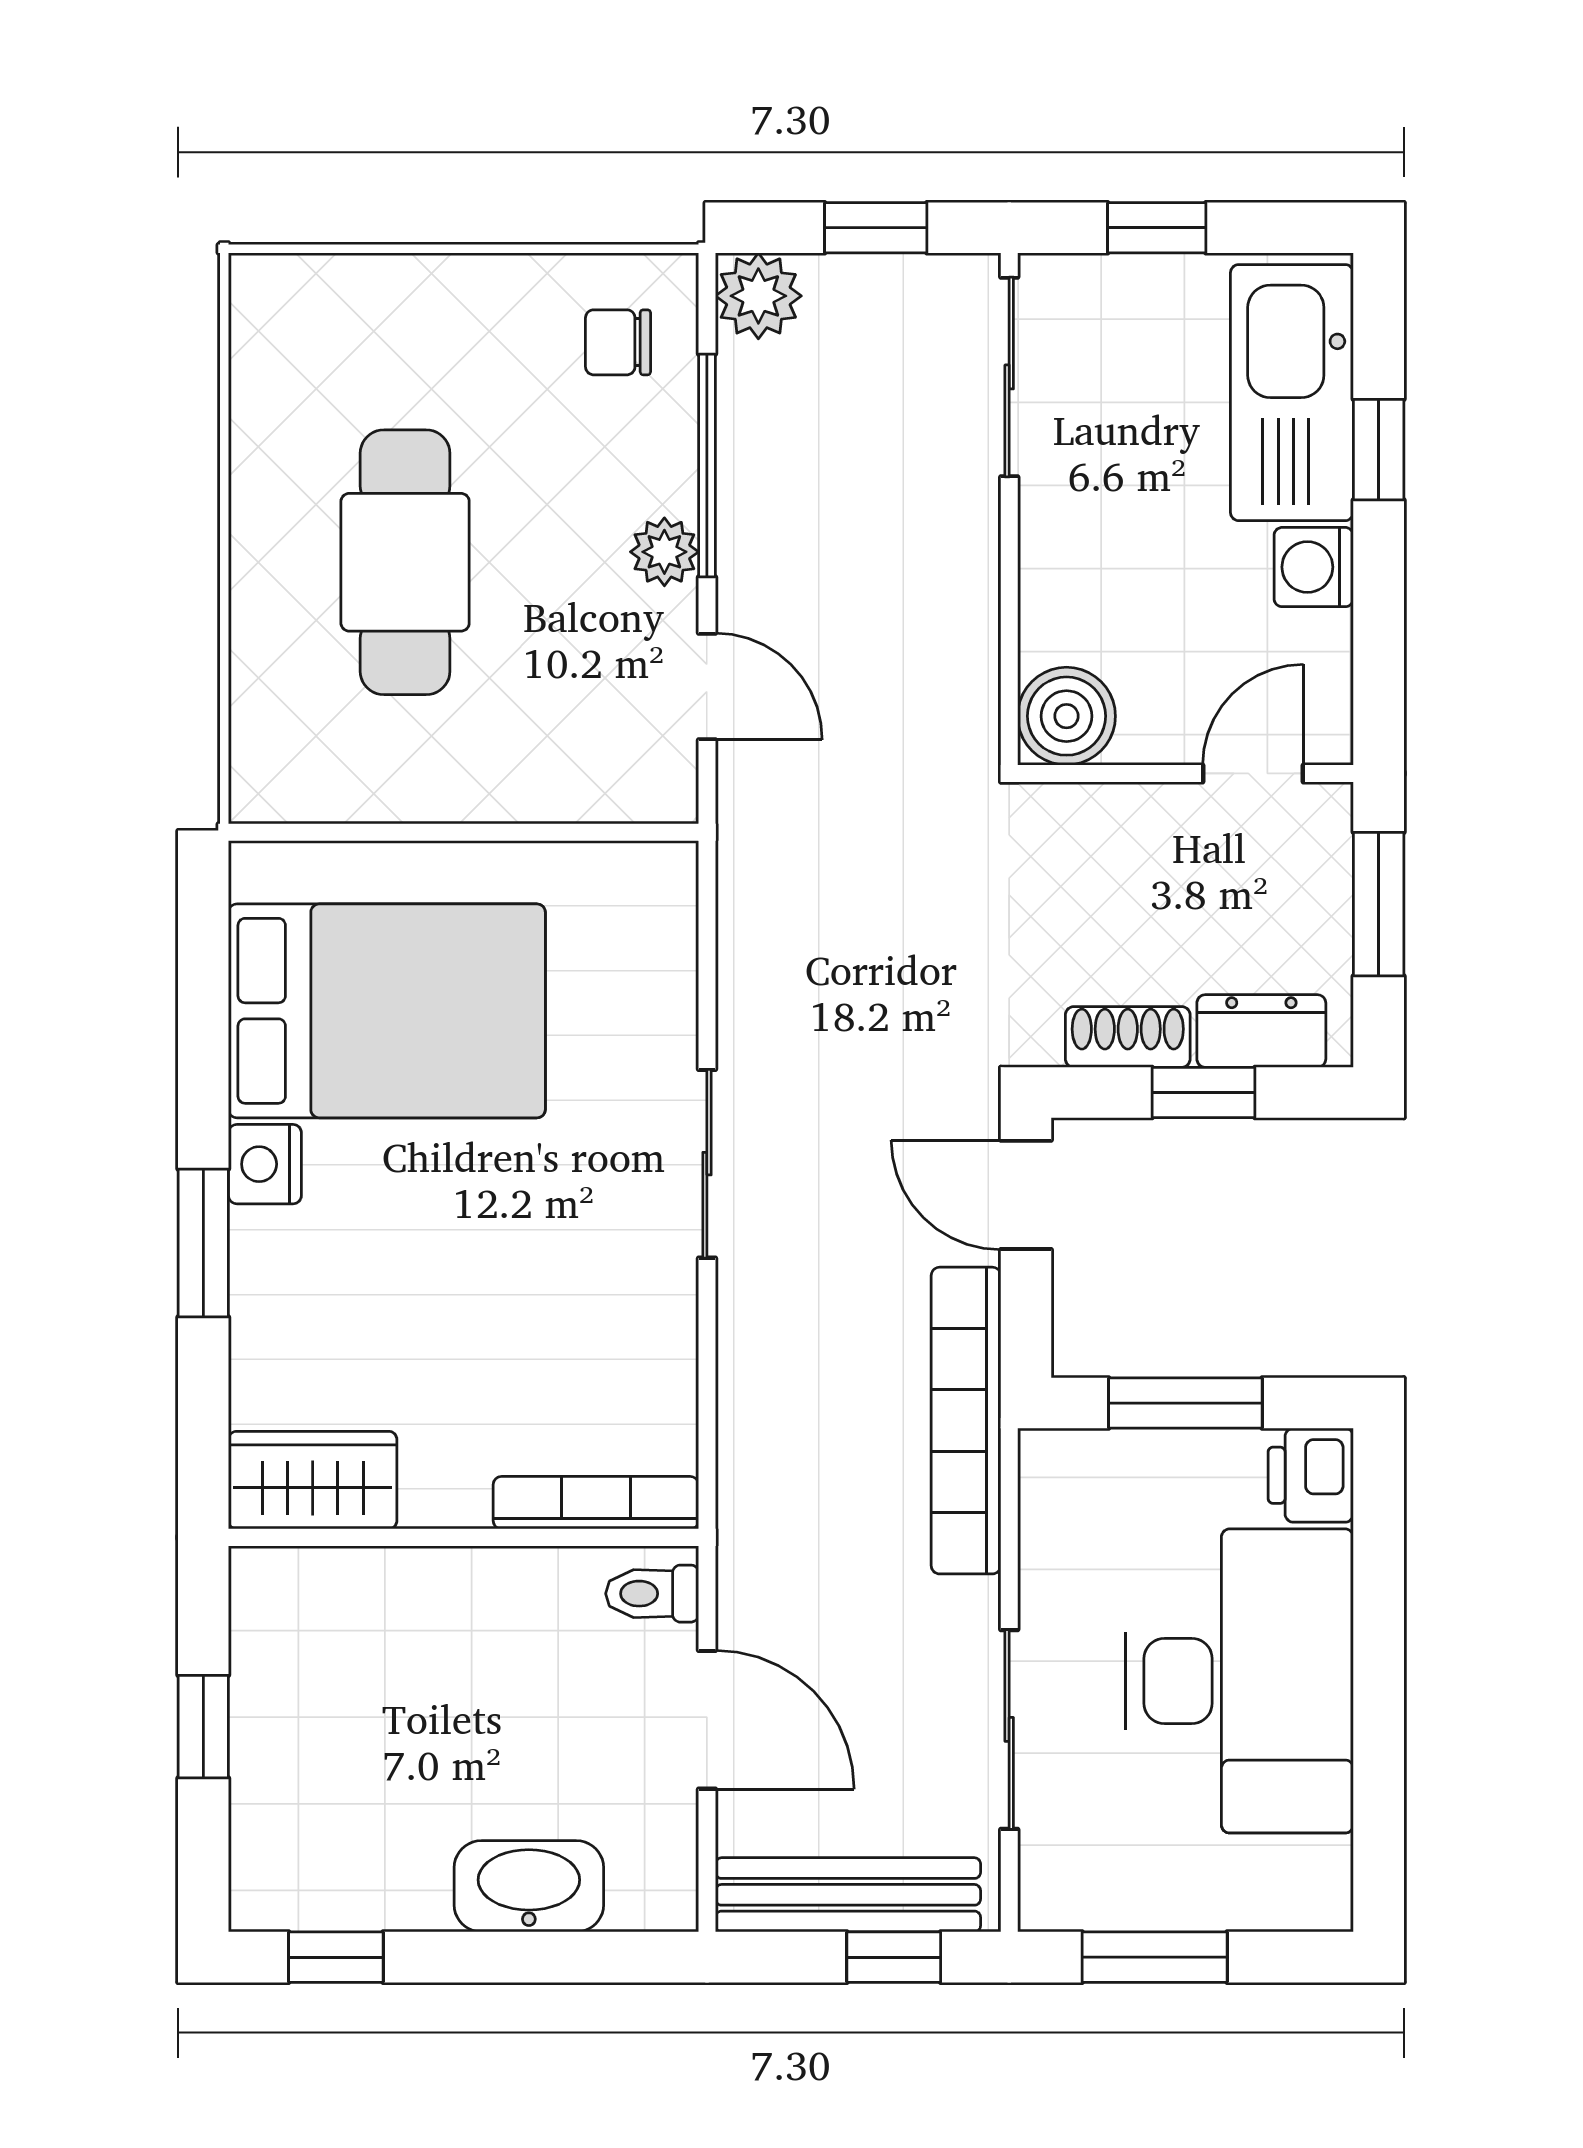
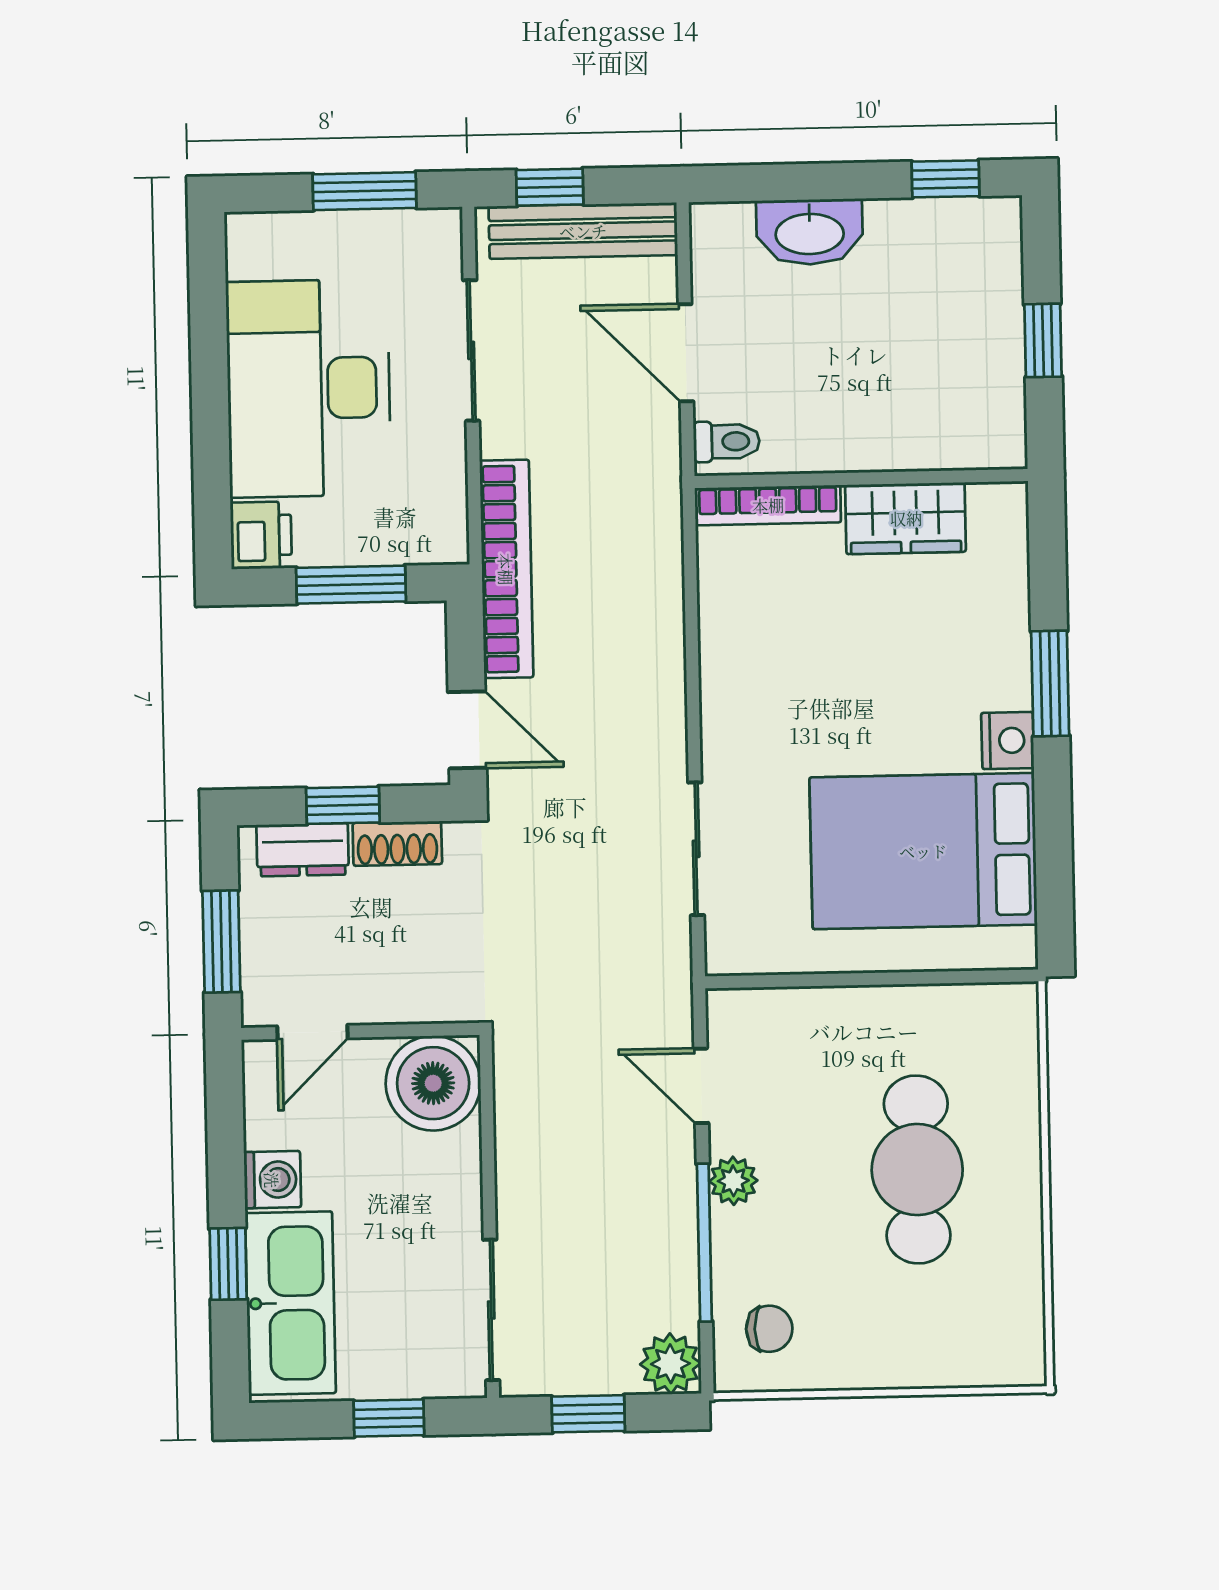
boiler: (1066, 716) -> (433, 1083), width x1.37, depth x1.37
sliding door: (707, 1164) -> (696, 849), moved
wardrobe: (313, 1480) -> (906, 518), moved

